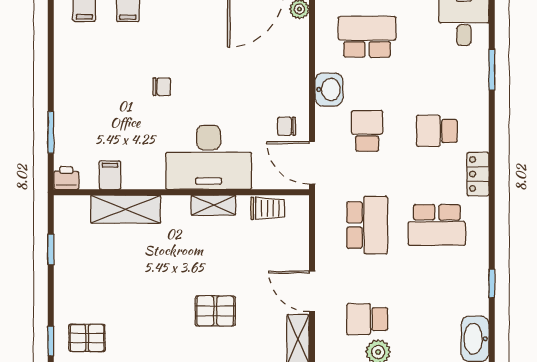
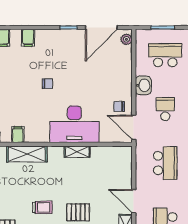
trolley: (268, 208) -> (42, 207), moved

